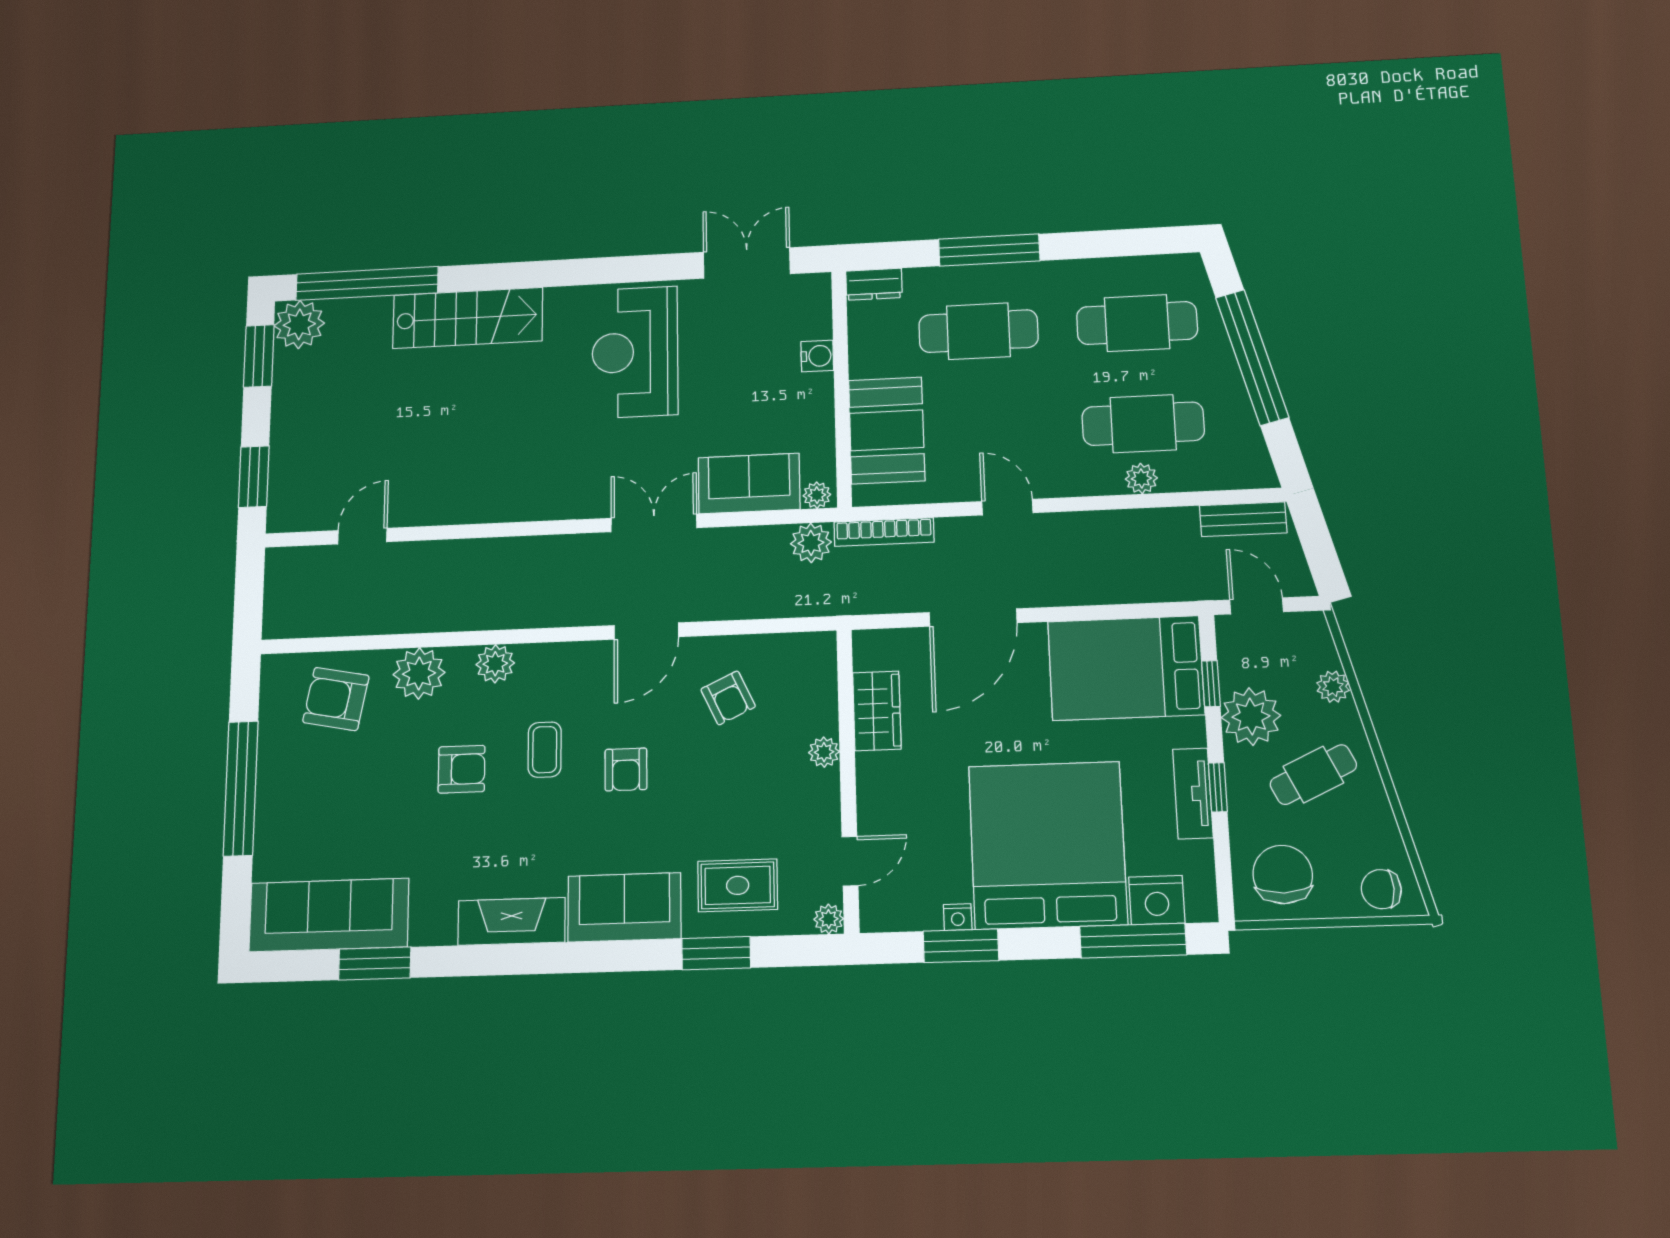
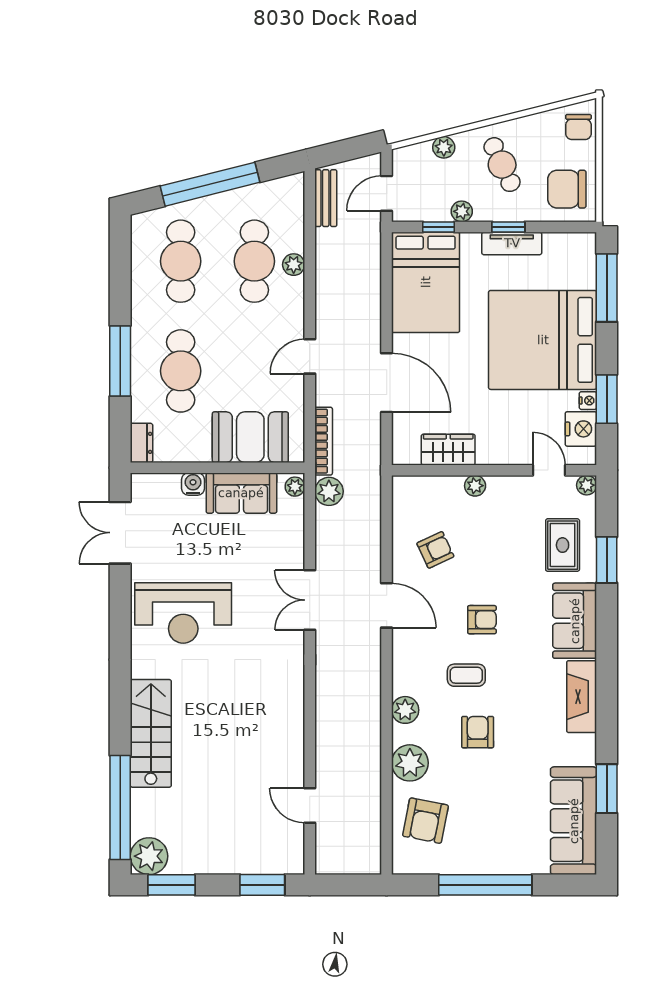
sofa: (749, 483) -> (241, 493), moved, turned -90
plant: (1251, 717) -> (462, 211), width x0.53, depth x0.53
nightstand: (1157, 900) -> (581, 429), moved

